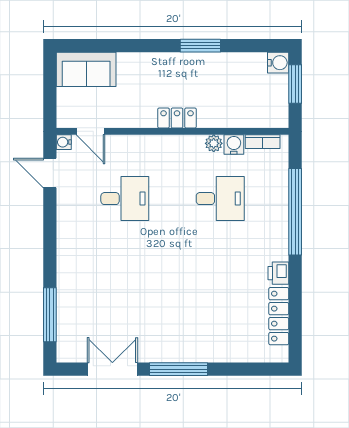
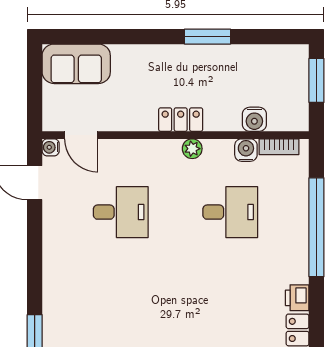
water cooler: (278, 63) -> (254, 119), moved, turned 90
plant: (214, 143) -> (192, 149), moved

